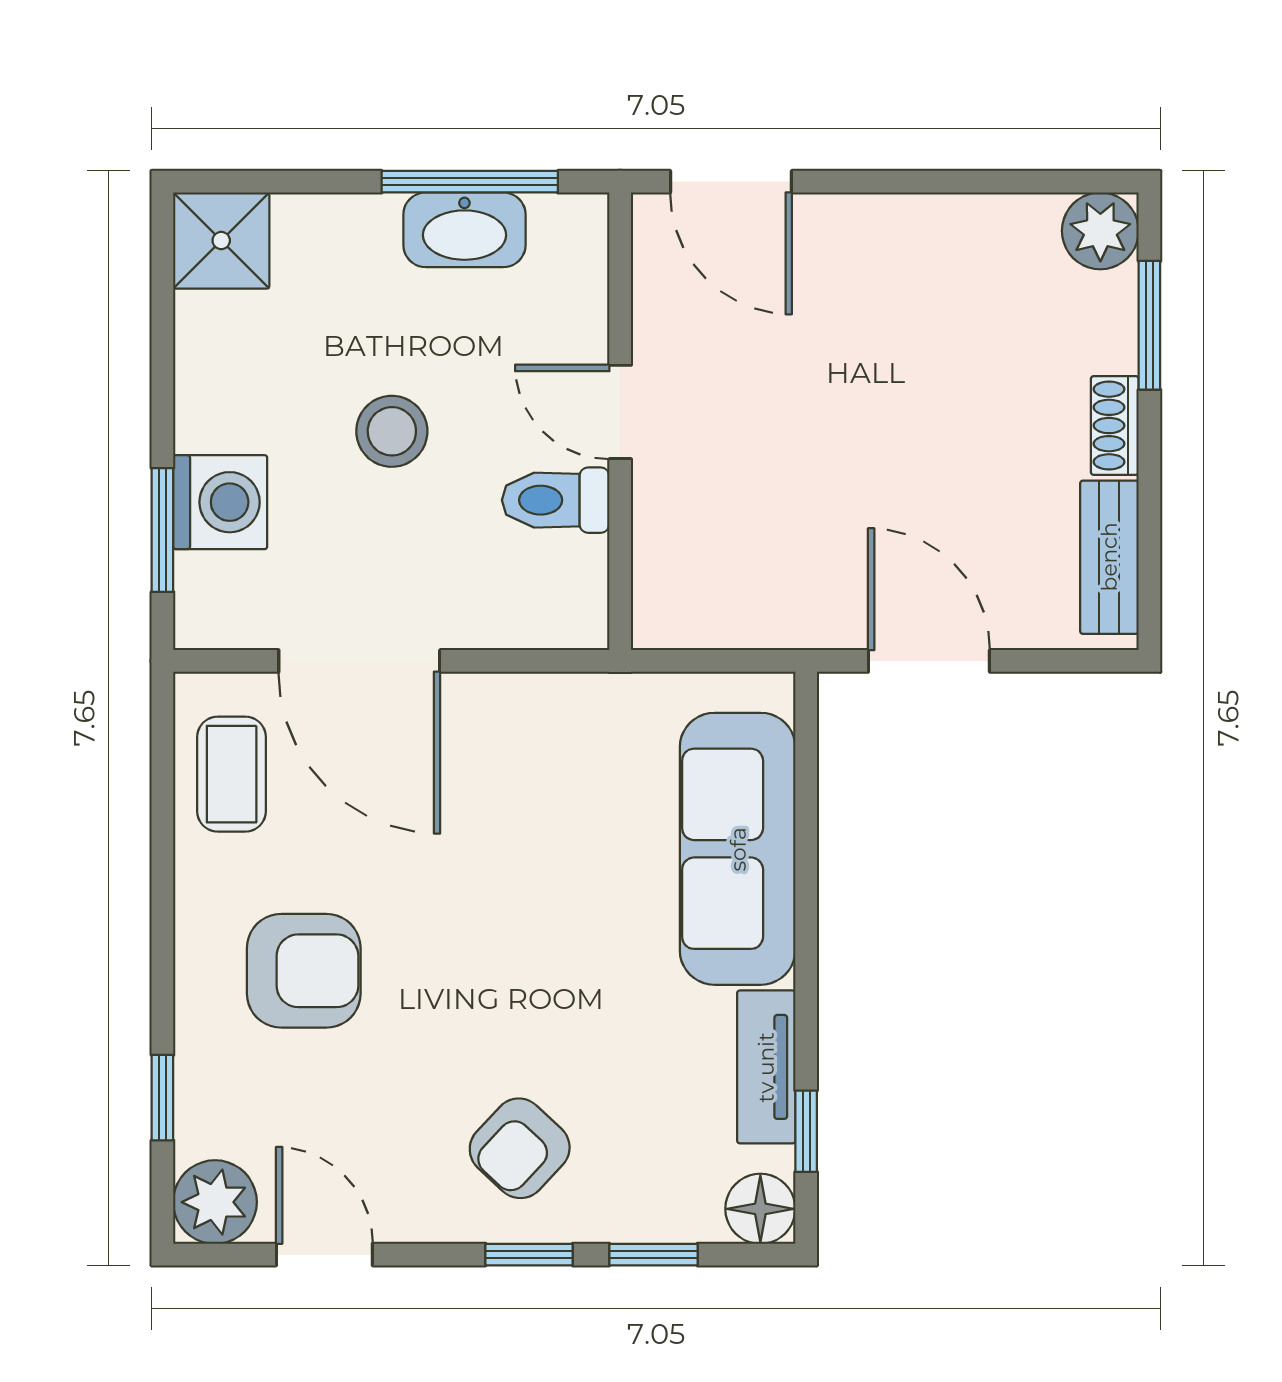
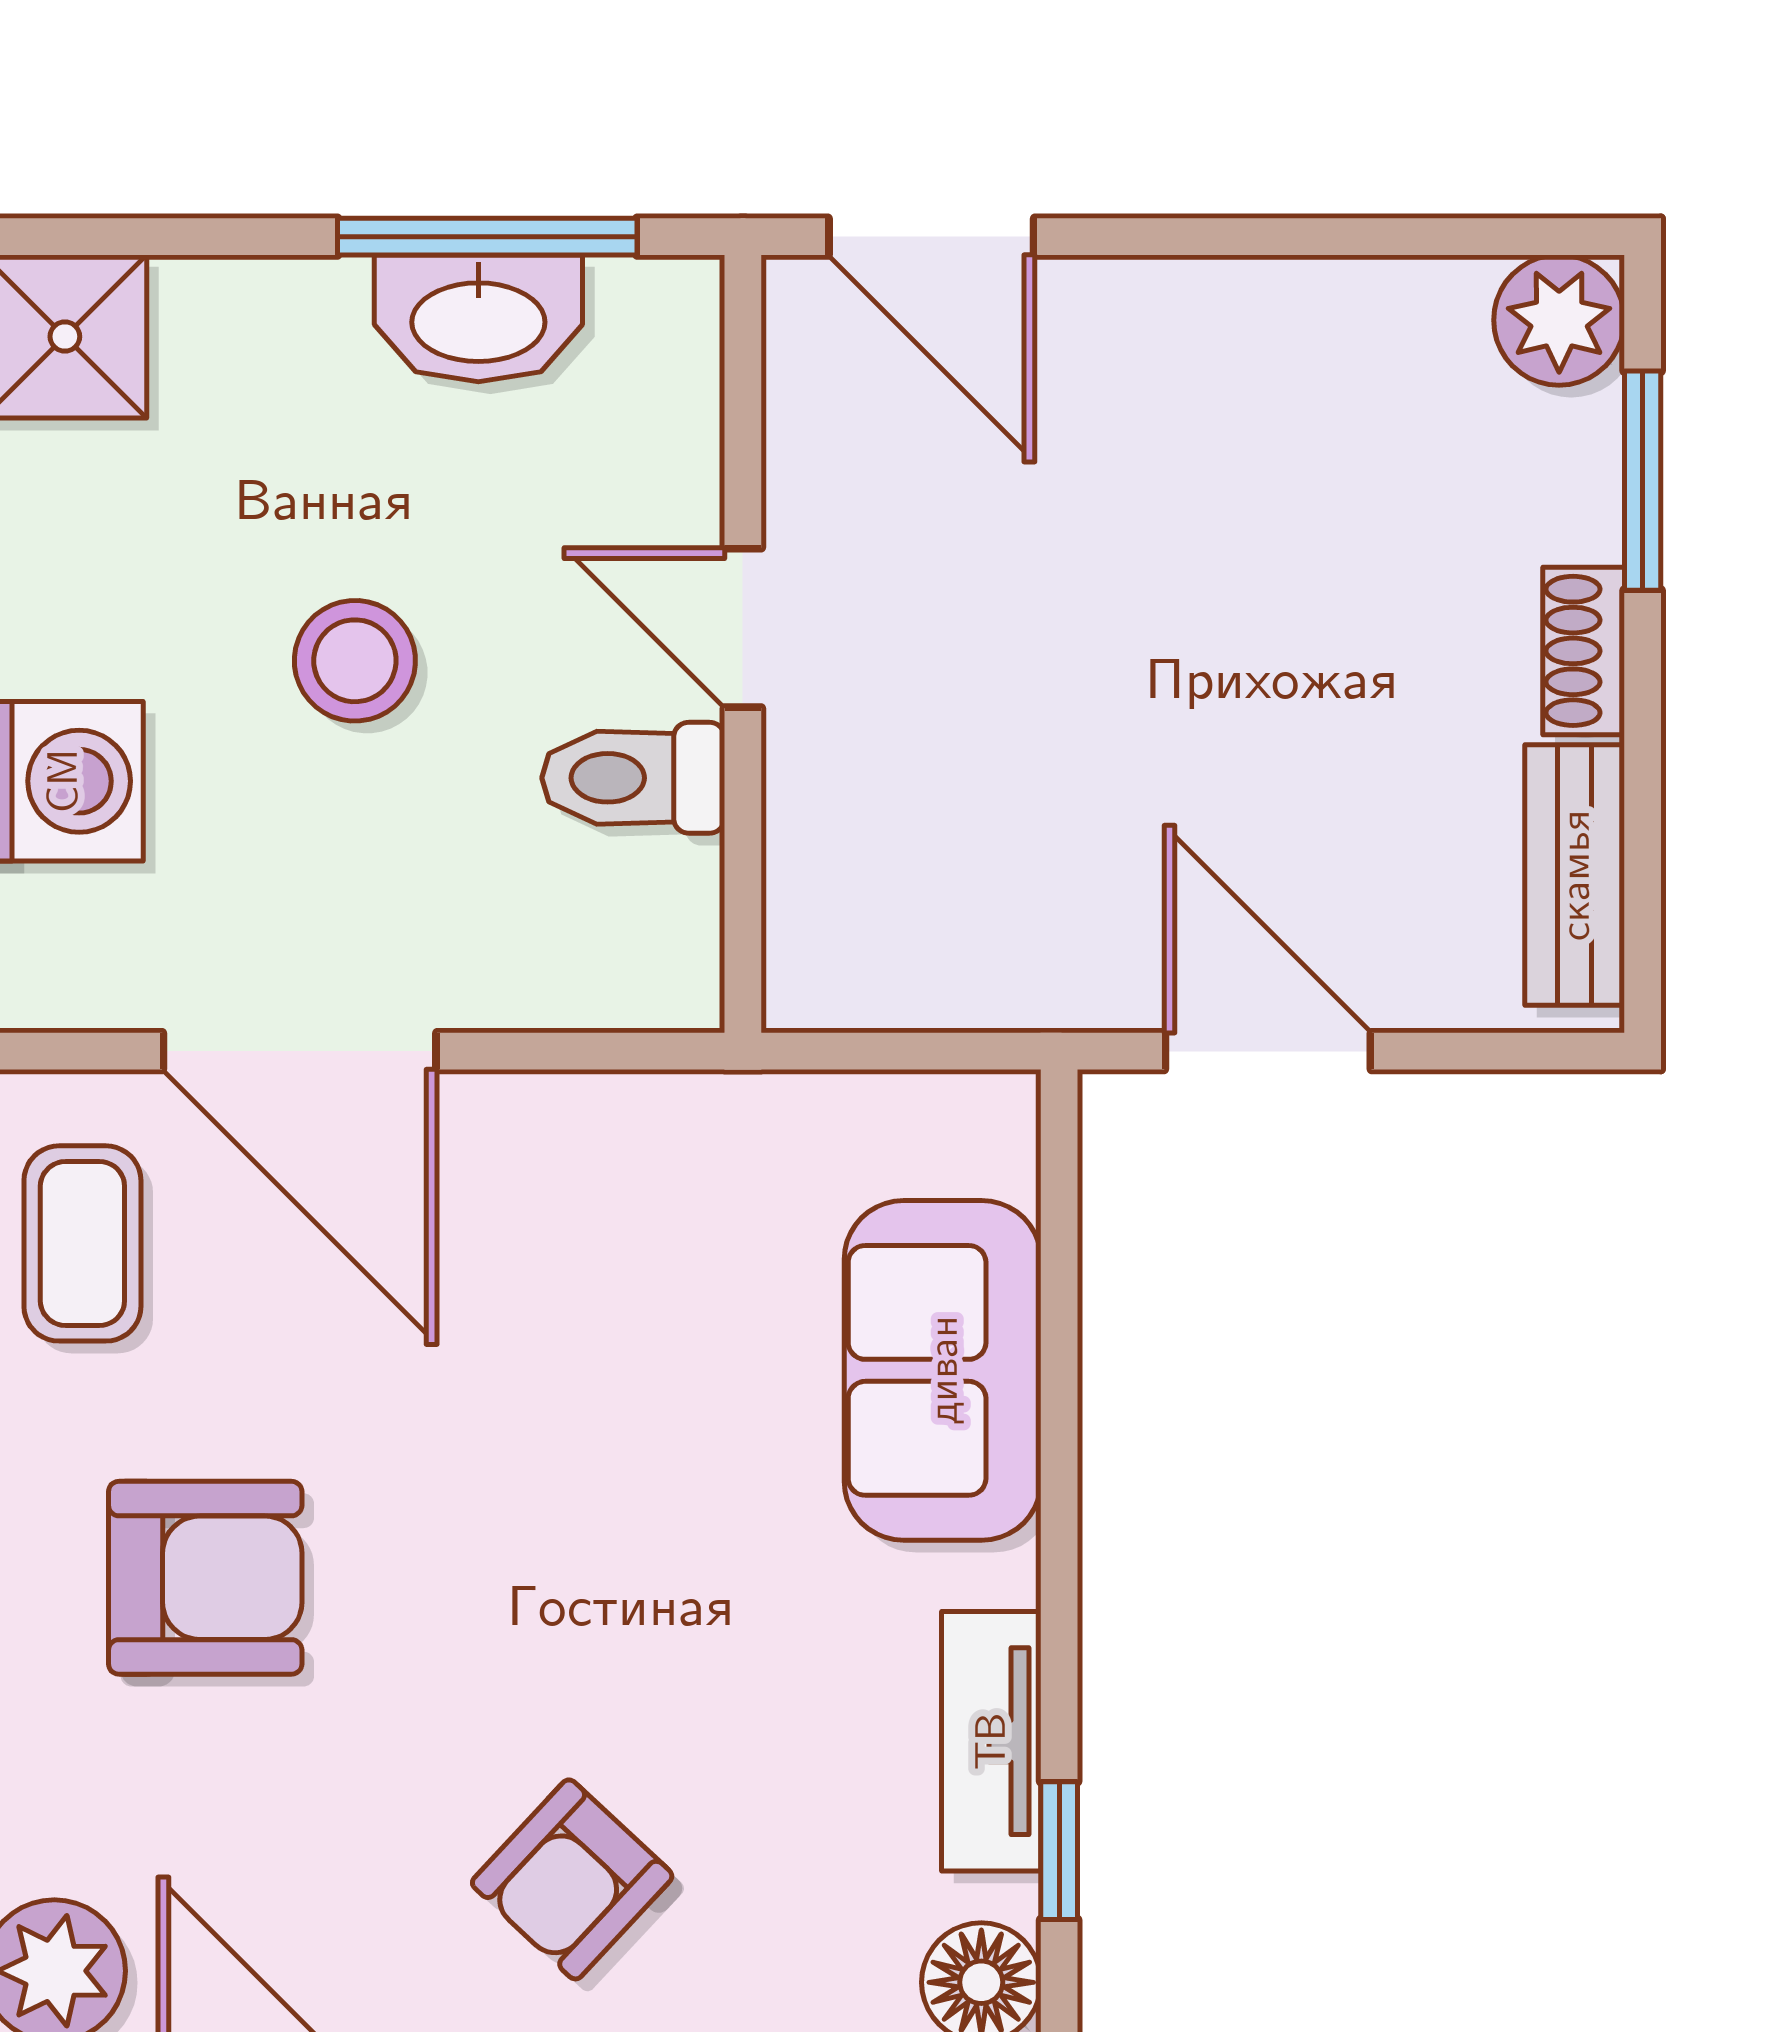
sofa: (738, 849) -> (943, 1370), width x0.73

